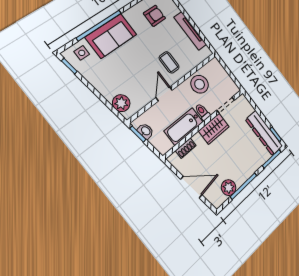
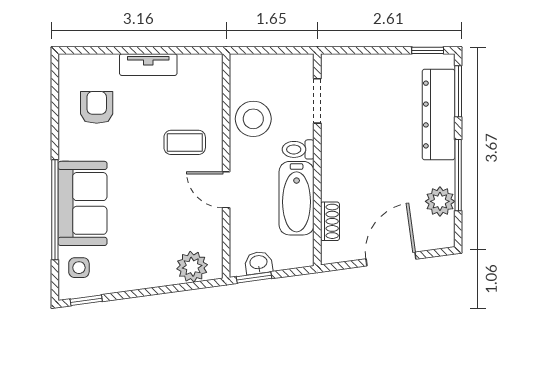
tv unit: (190, 31) -> (148, 65), width x0.71
wardrobe: (214, 129) -> (337, 152), removed
dresser: (264, 133) -> (439, 115), moved, turned 90

